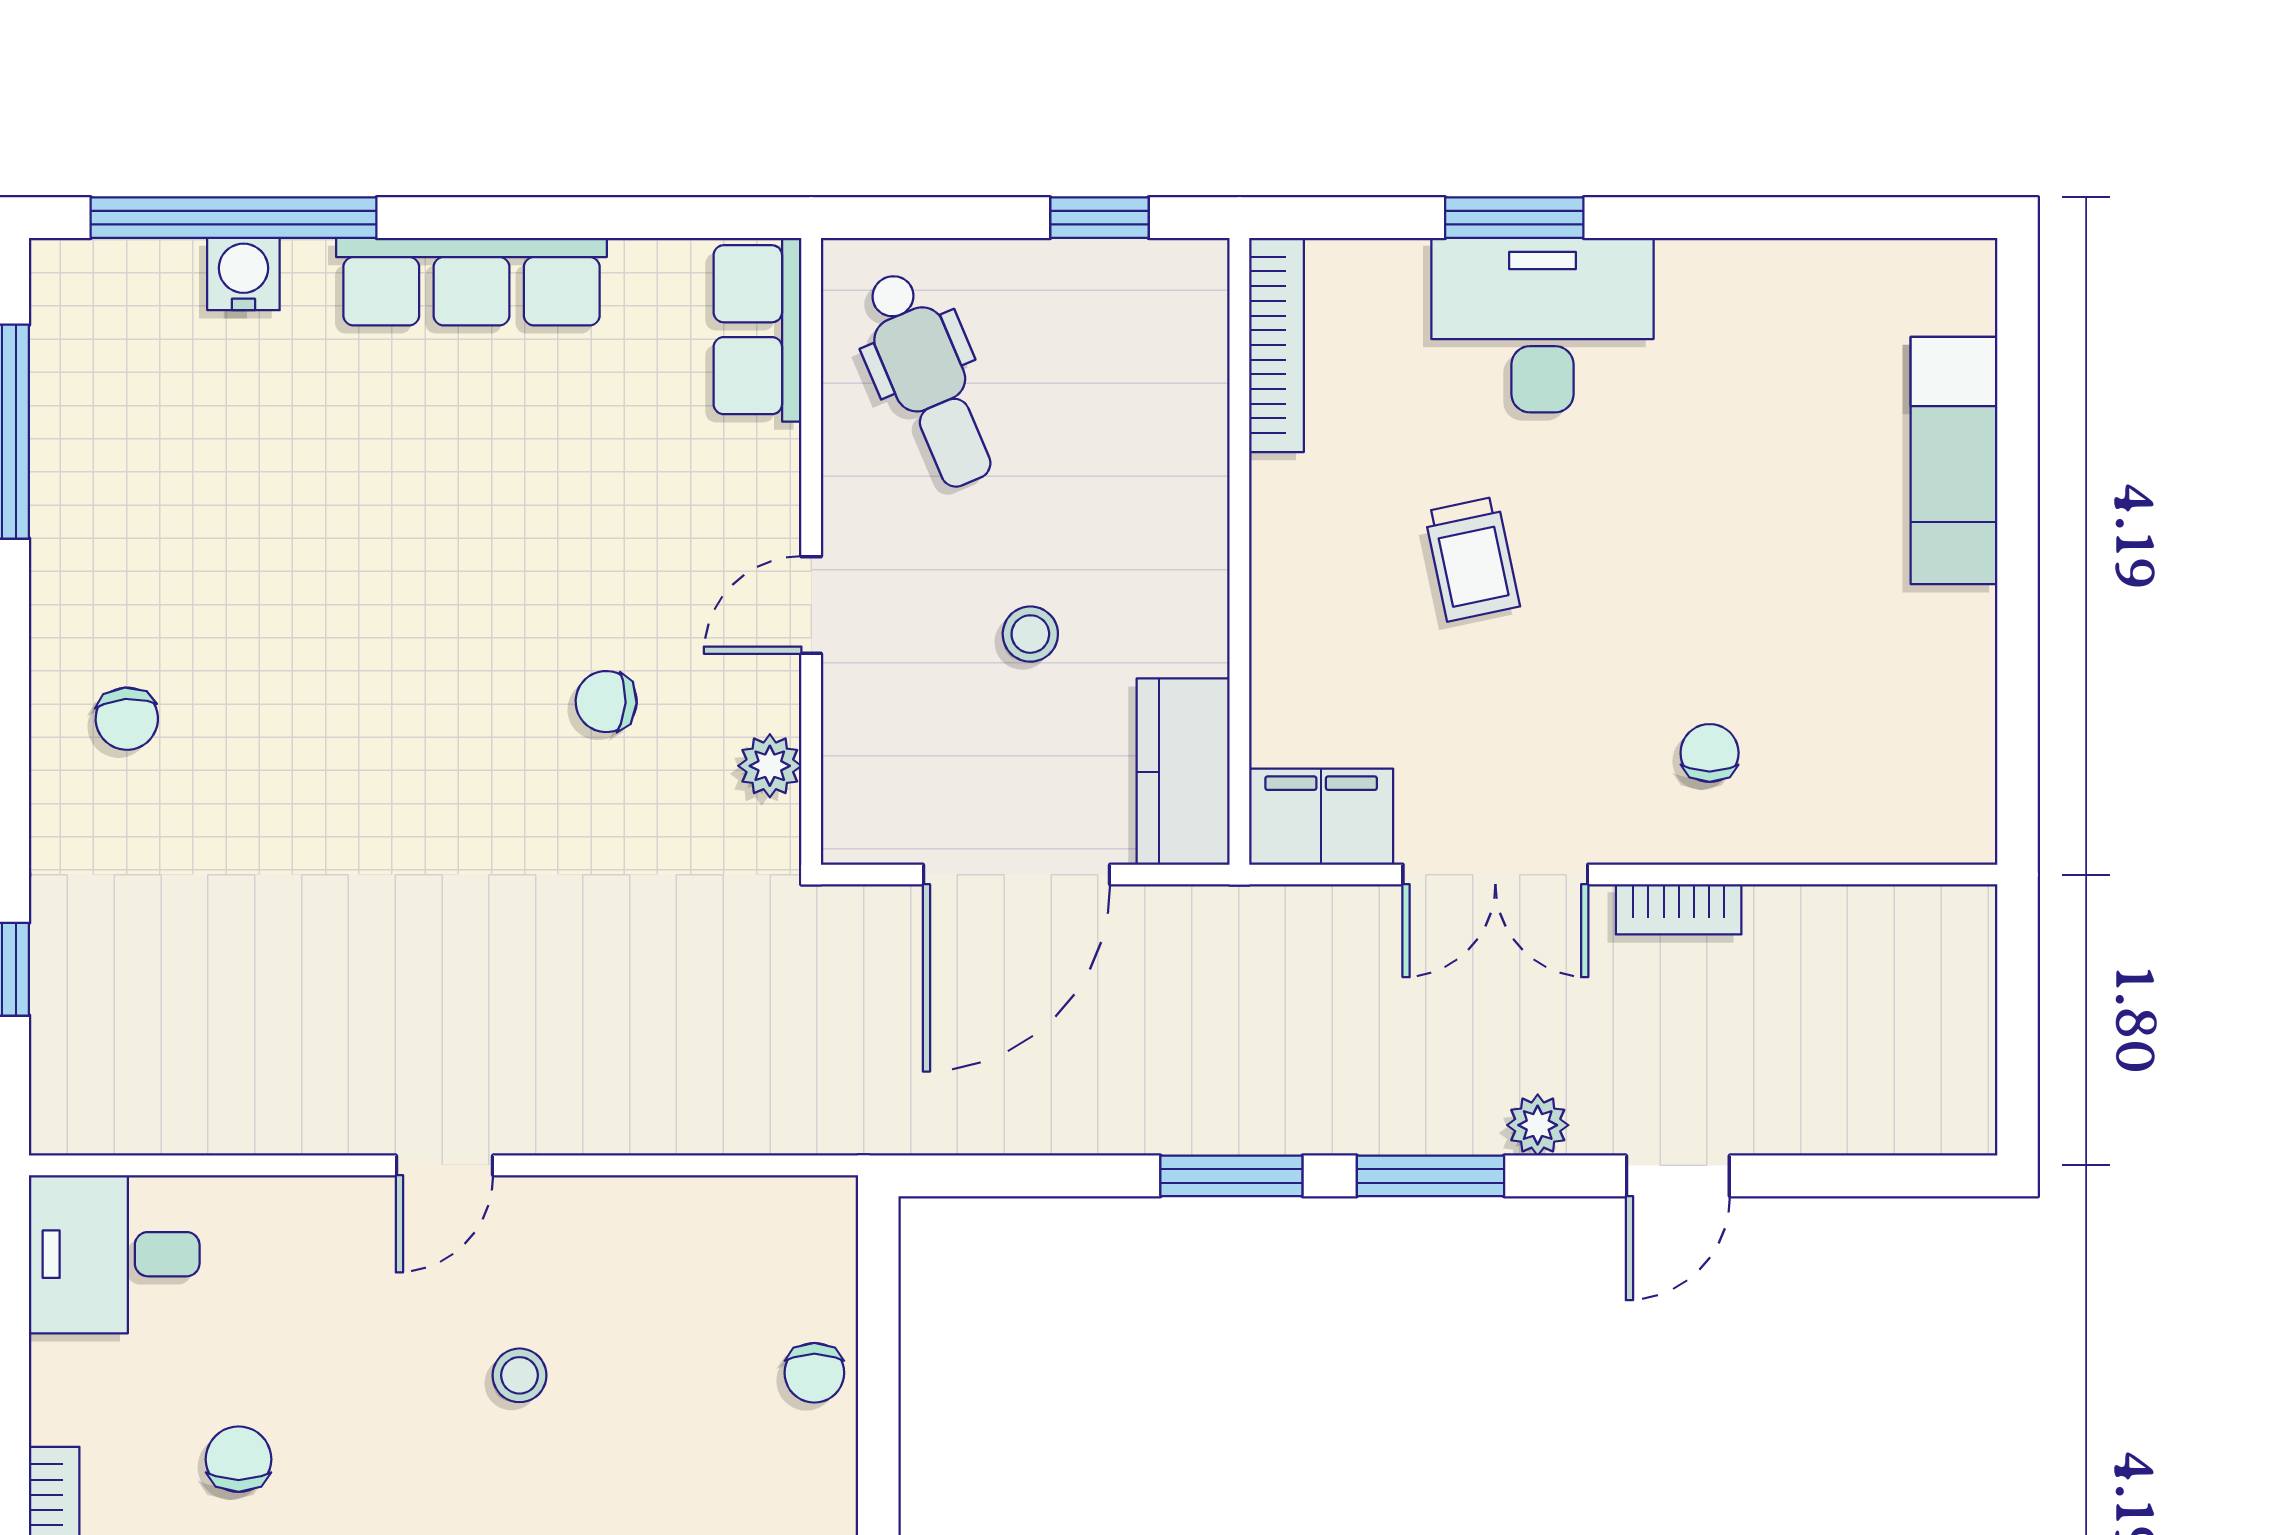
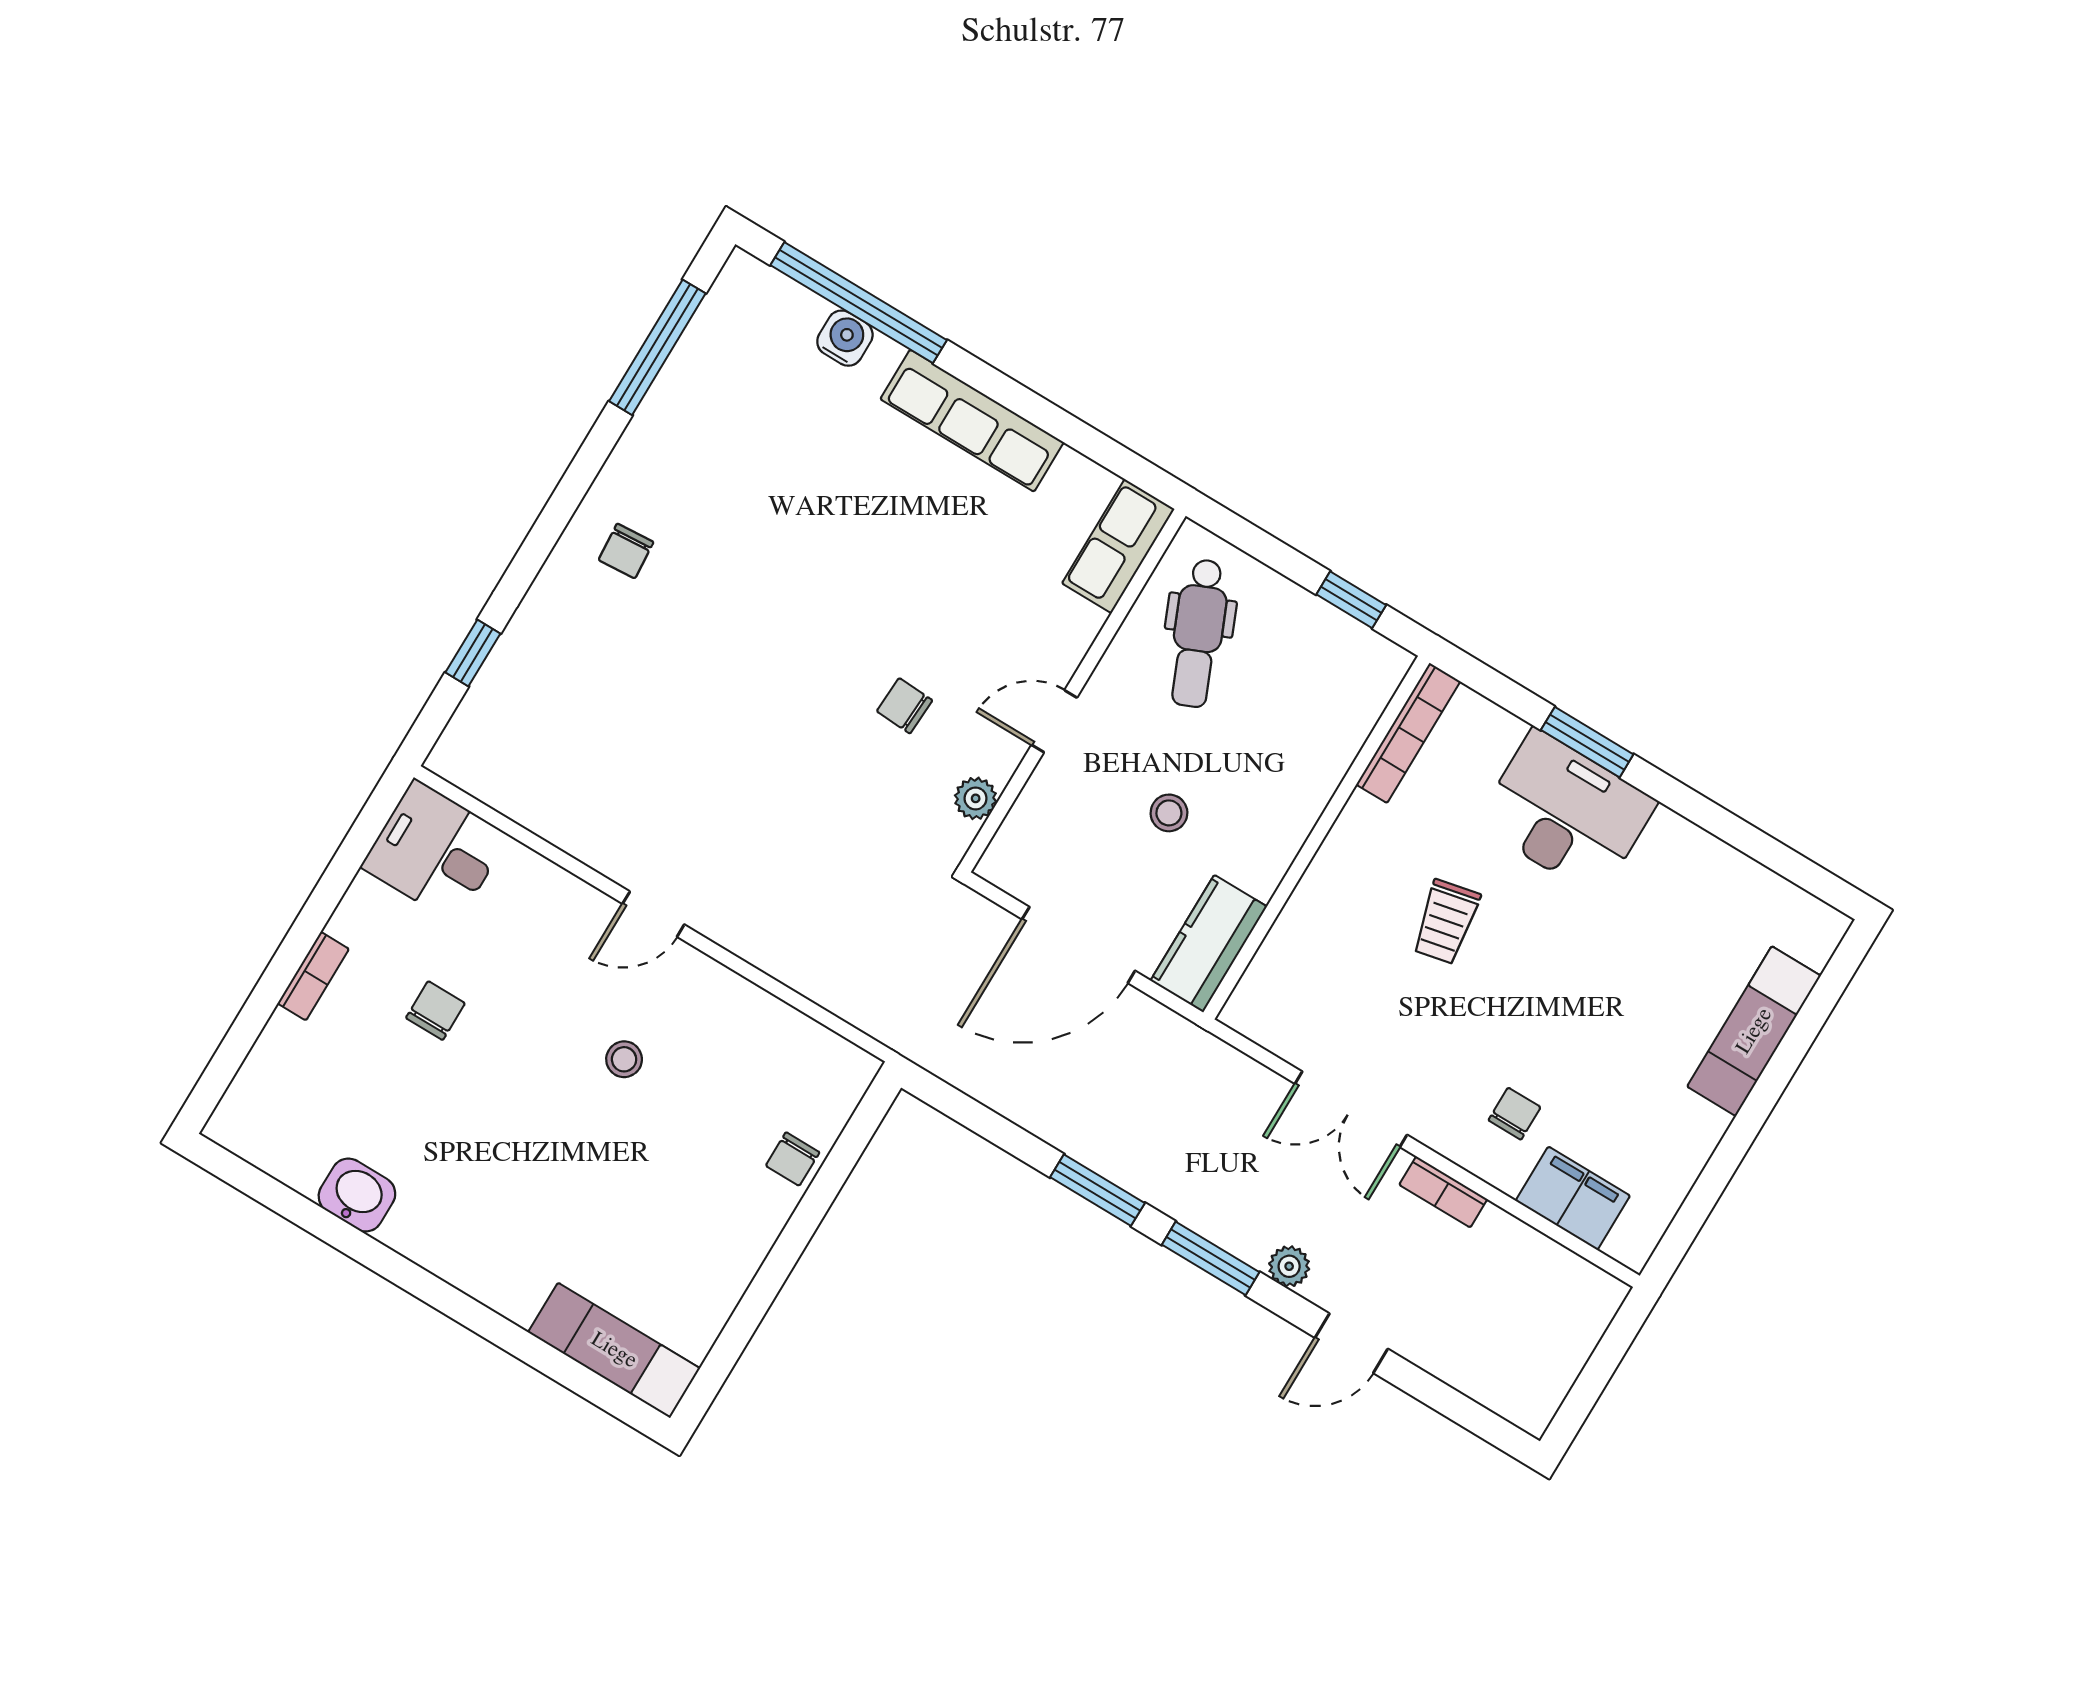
filing cabinet: (1321, 817) -> (1573, 1198), moved

